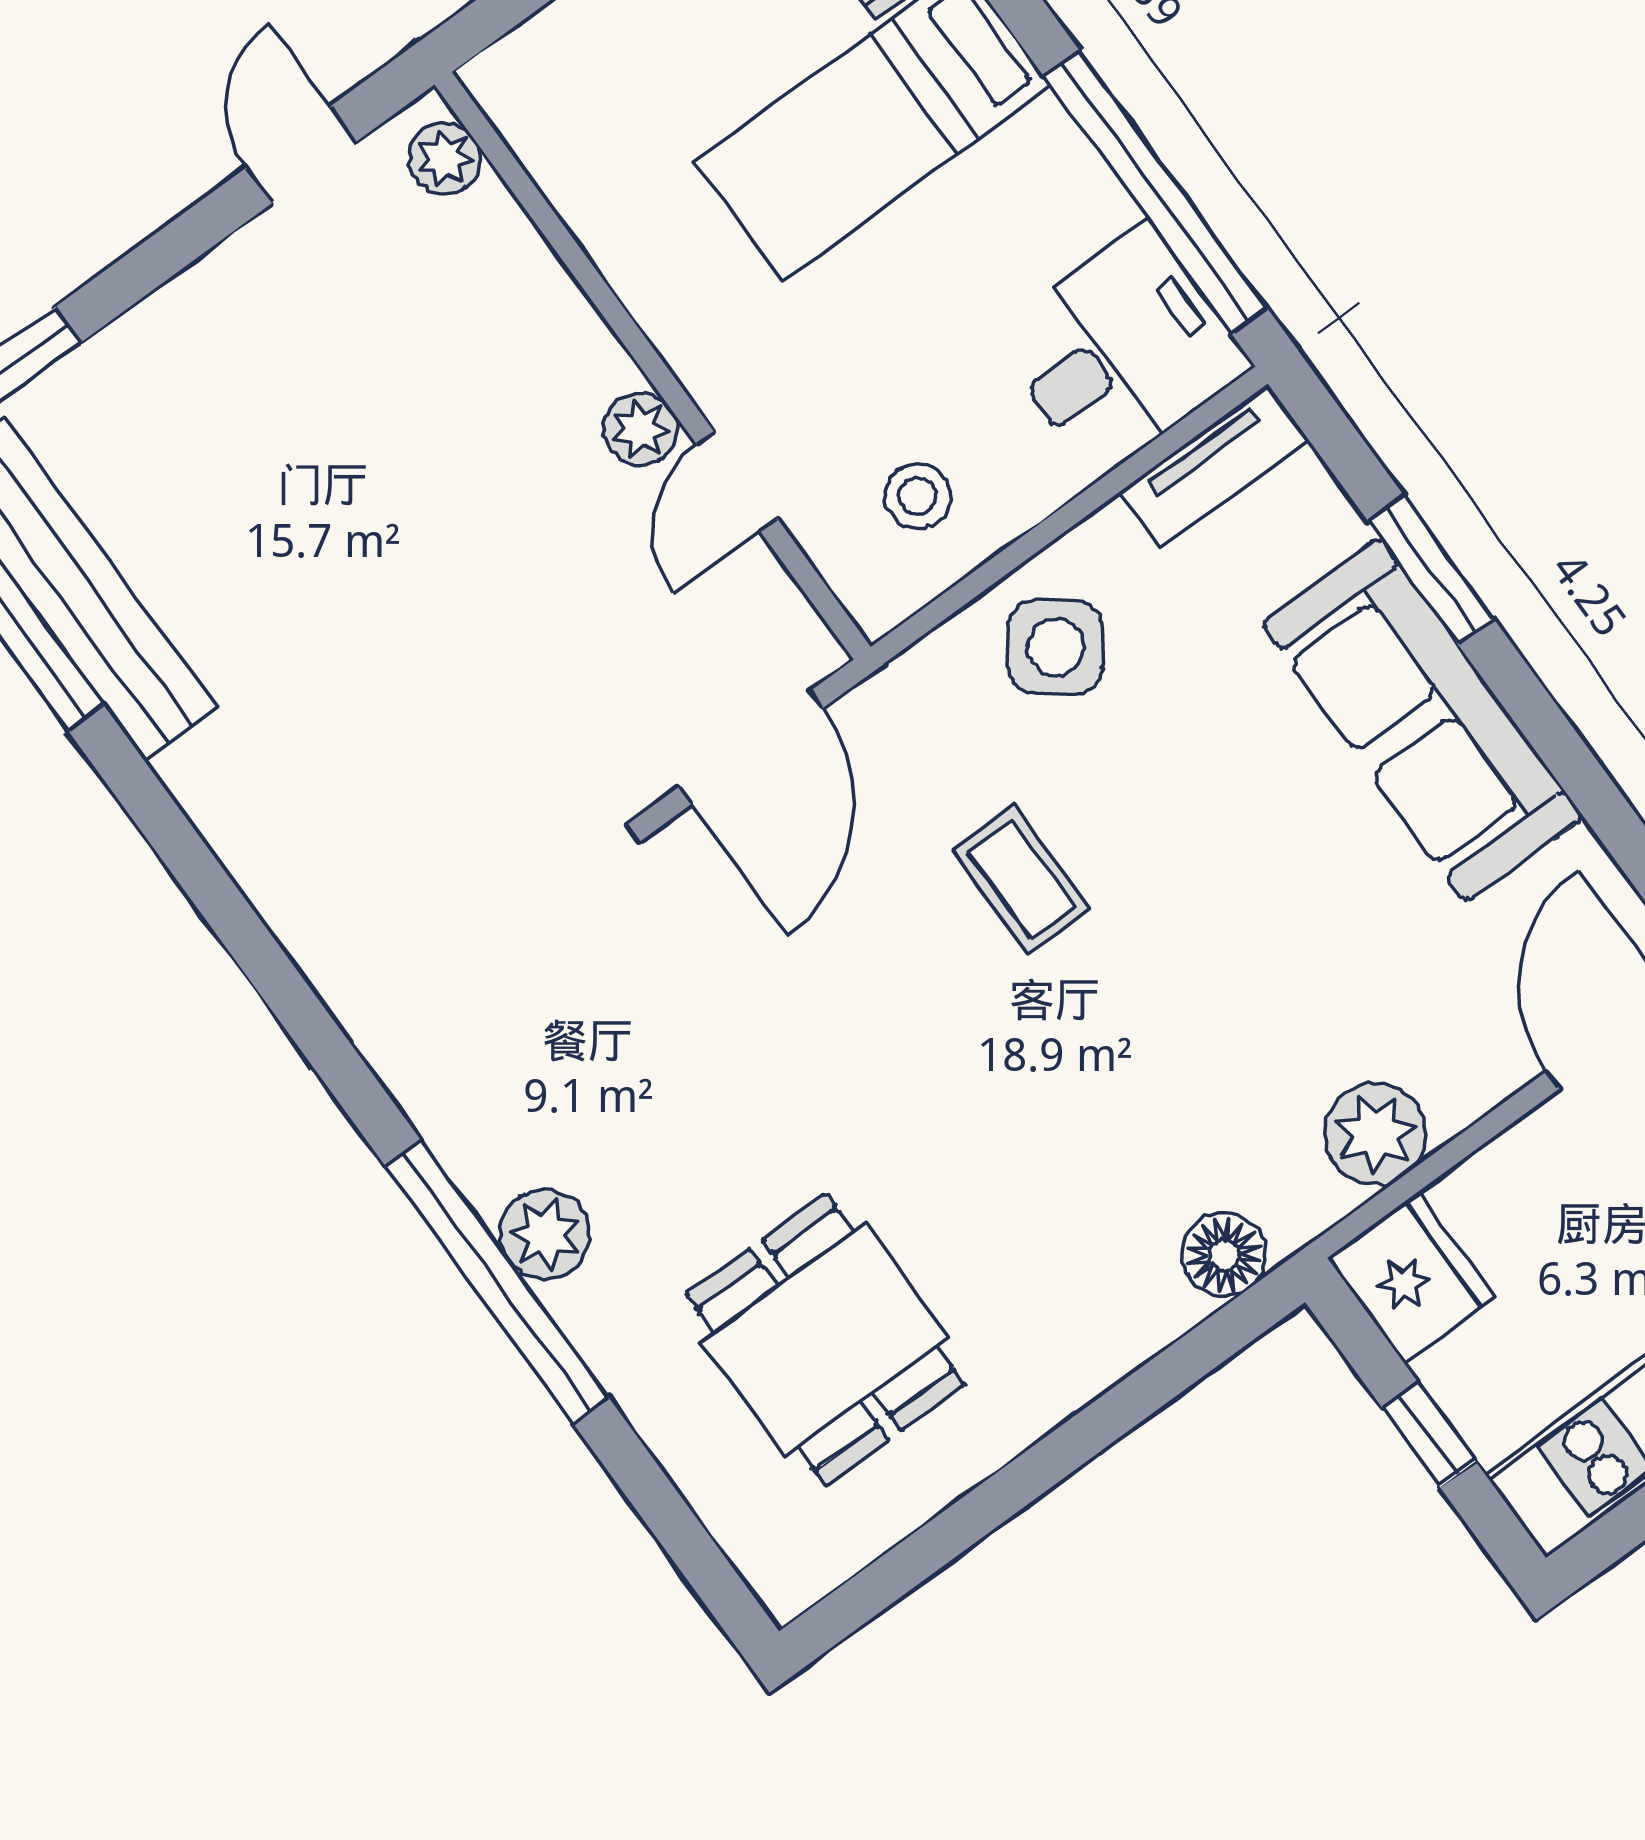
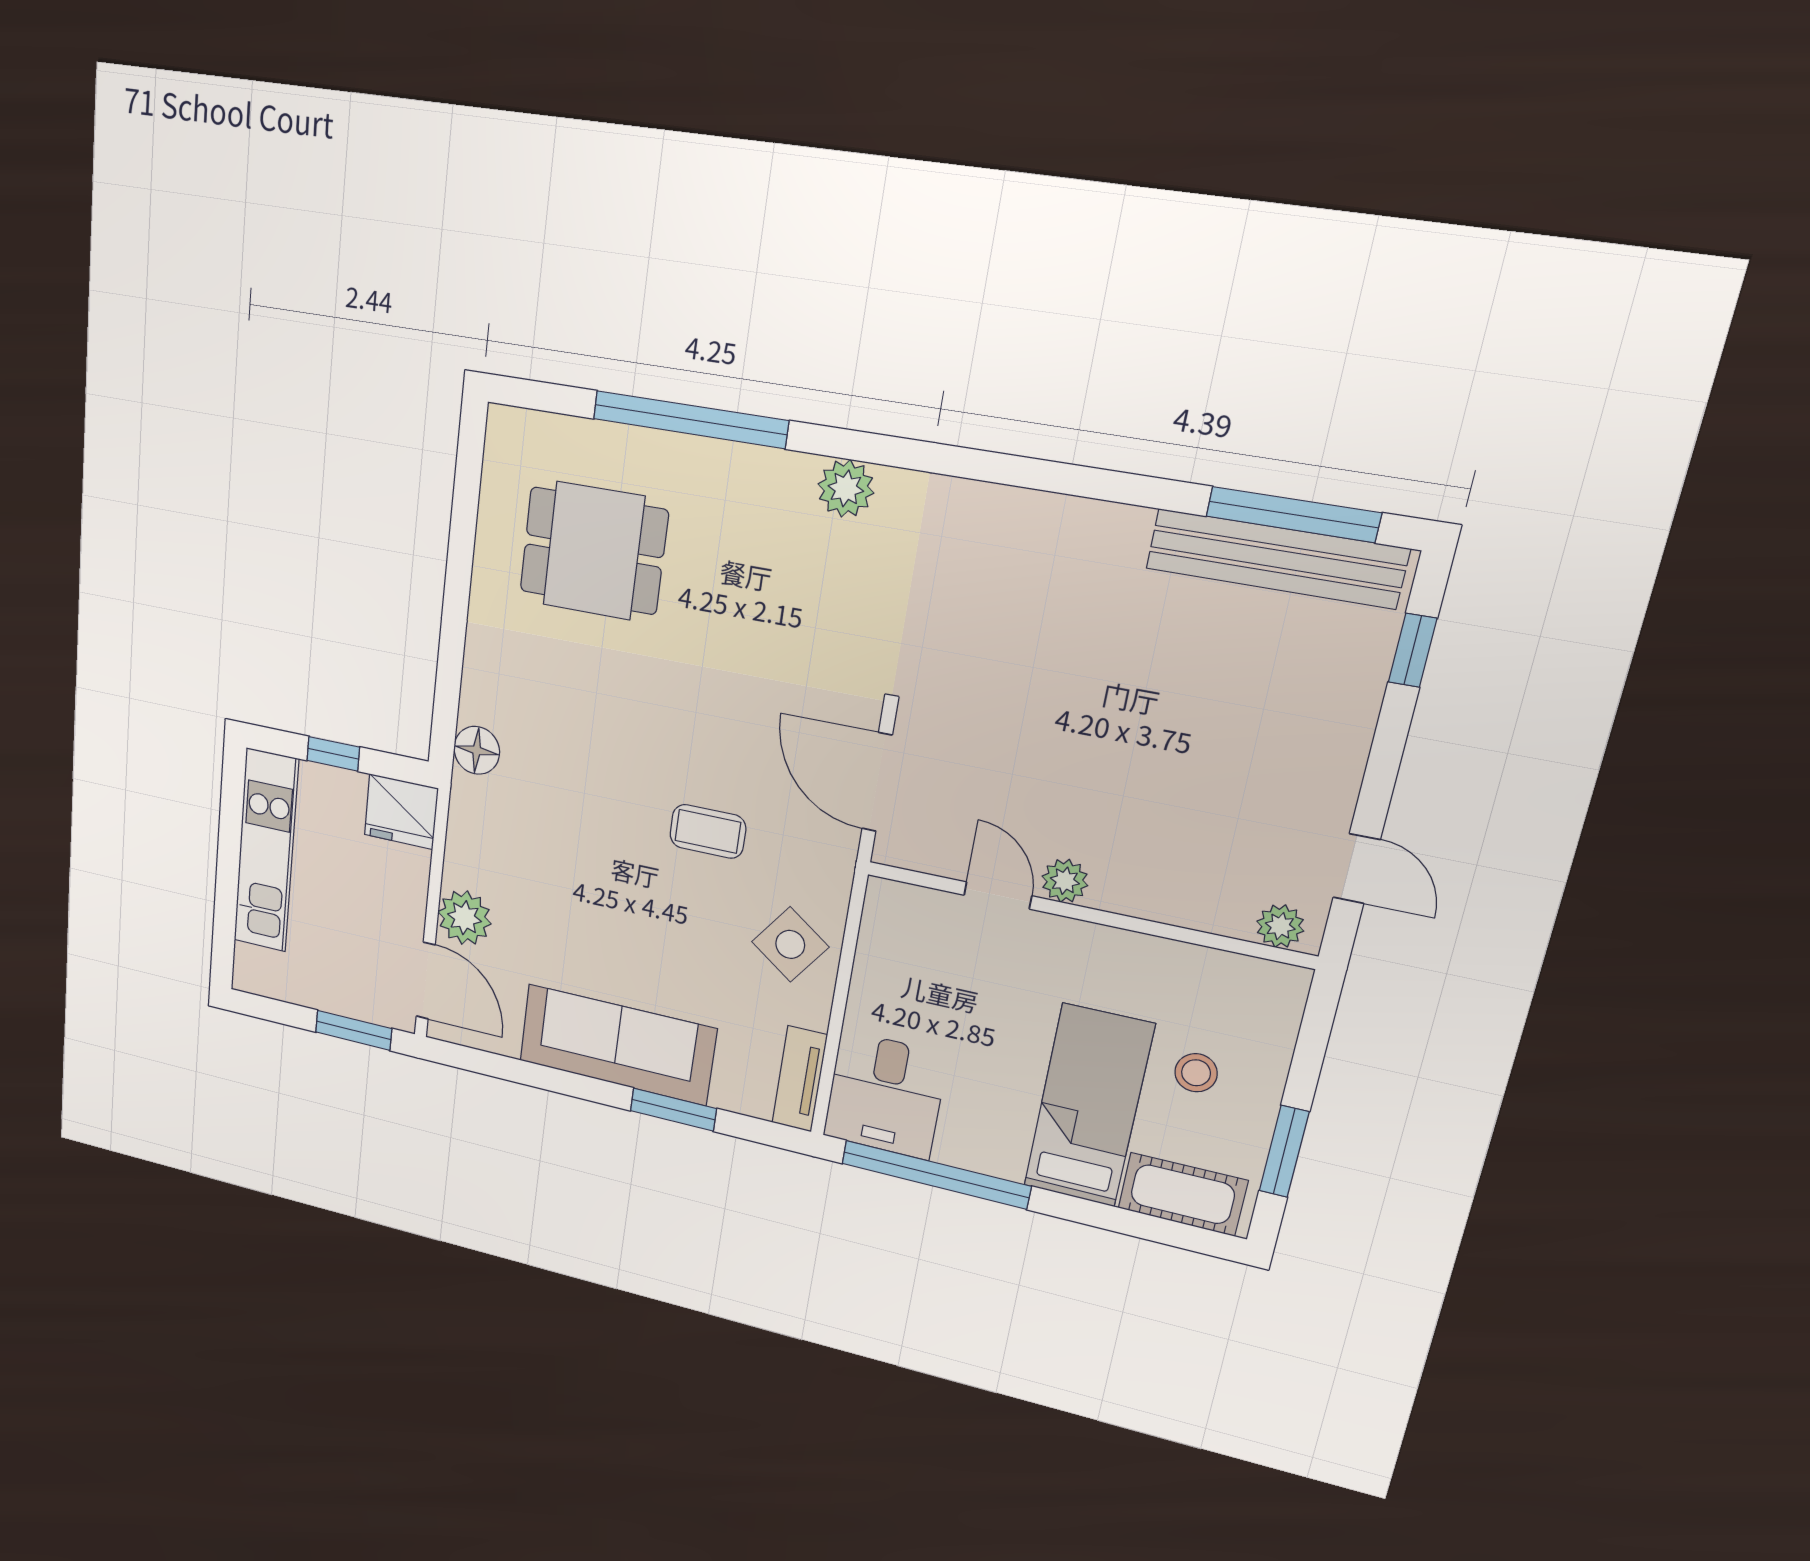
stool: (918, 496) -> (1196, 1073), moved
plant: (1376, 1134) -> (465, 918), moved
plant: (545, 1234) -> (846, 488), moved
window: (497, 1282) -> (690, 420), moved

